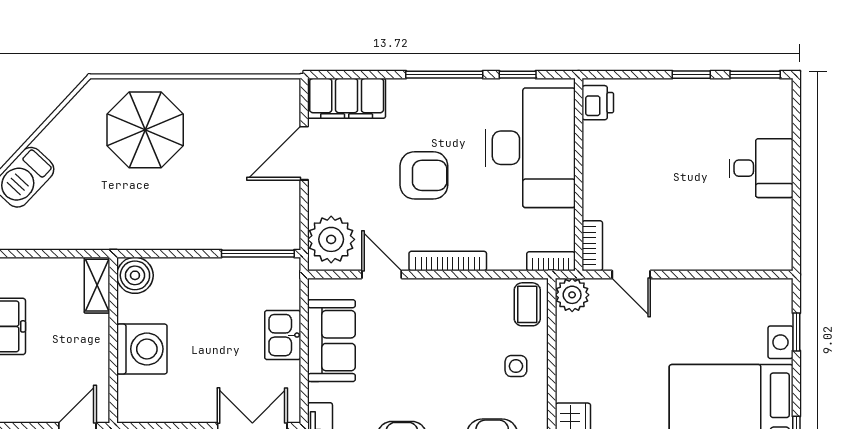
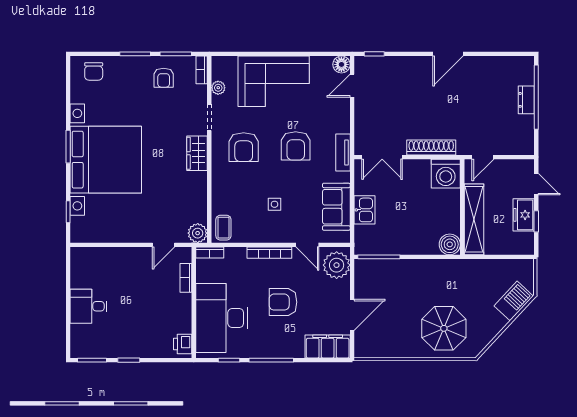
bookcase: (592, 246) -> (186, 278), moved
door: (631, 275) -> (163, 245), swing flipped
shelving: (97, 285) -> (474, 219), width x2.20, depth x1.33
washing machine: (142, 349) -> (446, 174), moved, turned -90
side table: (516, 366) -> (275, 204), moved

